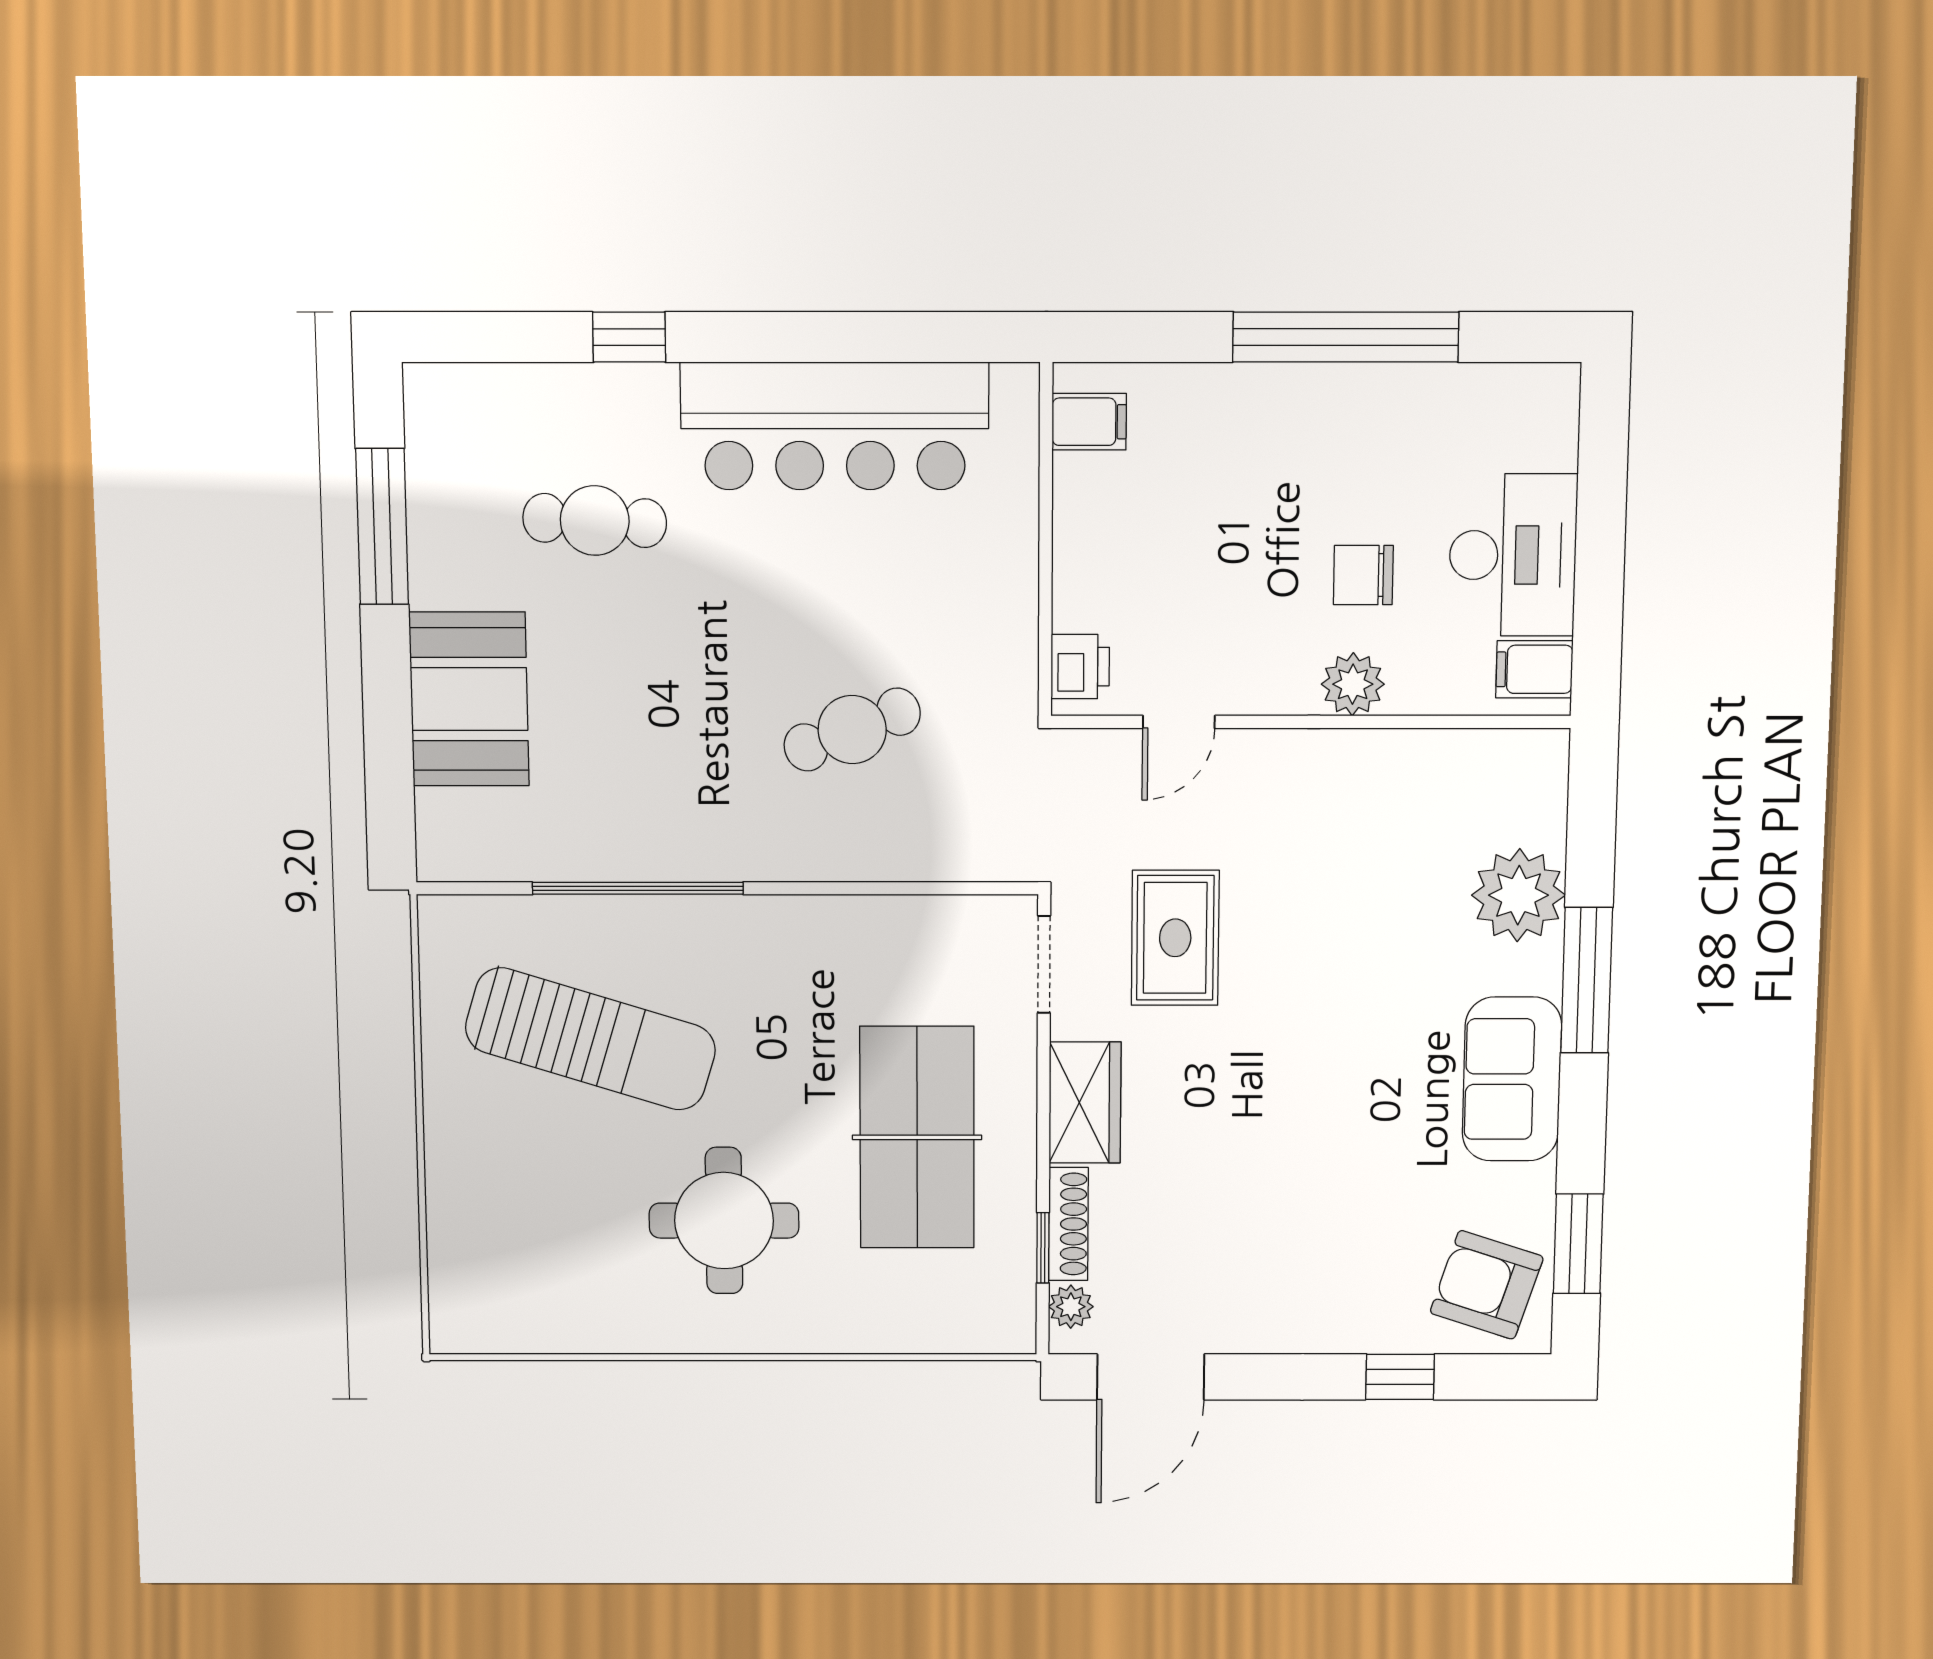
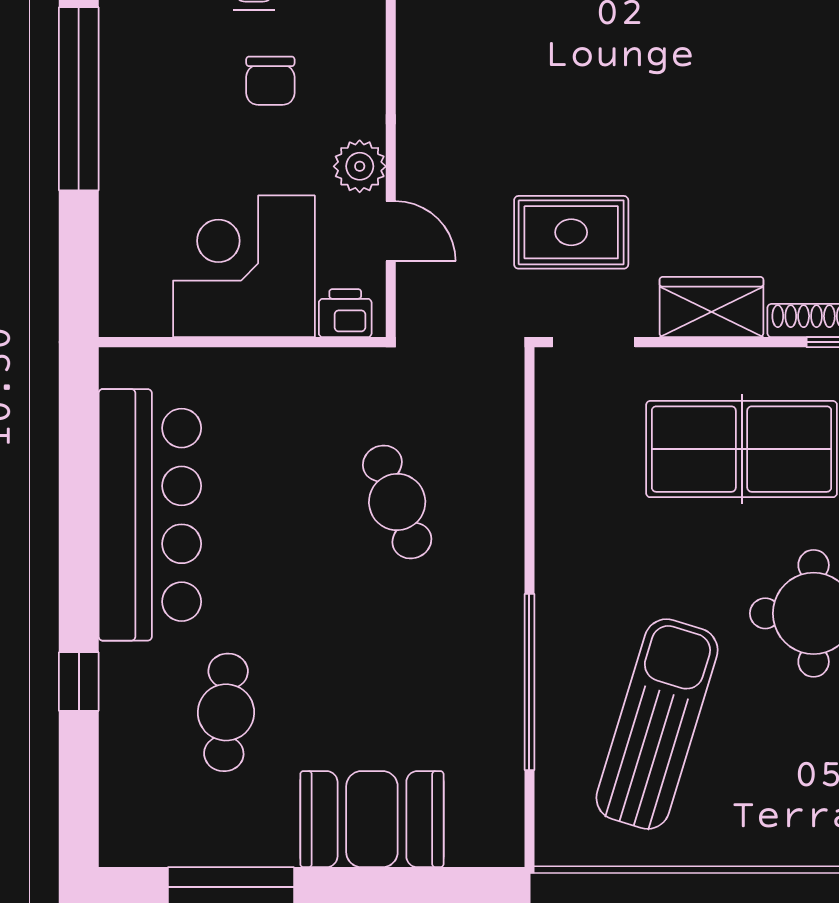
filing cabinet: (1089, 422) -> (146, 307), removed
corner desk: (1138, 543) -> (244, 266), added
plant: (1353, 684) -> (360, 166), moved

